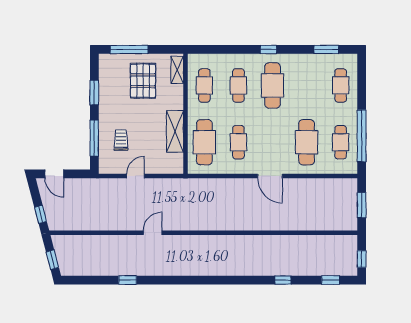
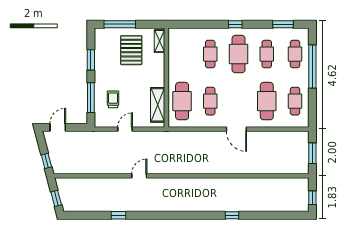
cafe table: (204, 85) -> (267, 54), moved
shelving: (175, 131) -> (158, 105), moved
window: (362, 136) -> (312, 66), moved
door: (54, 174) -> (58, 127), swing flipped
window: (283, 280) -> (232, 215), moved
window: (331, 280) -> (287, 215), removed

